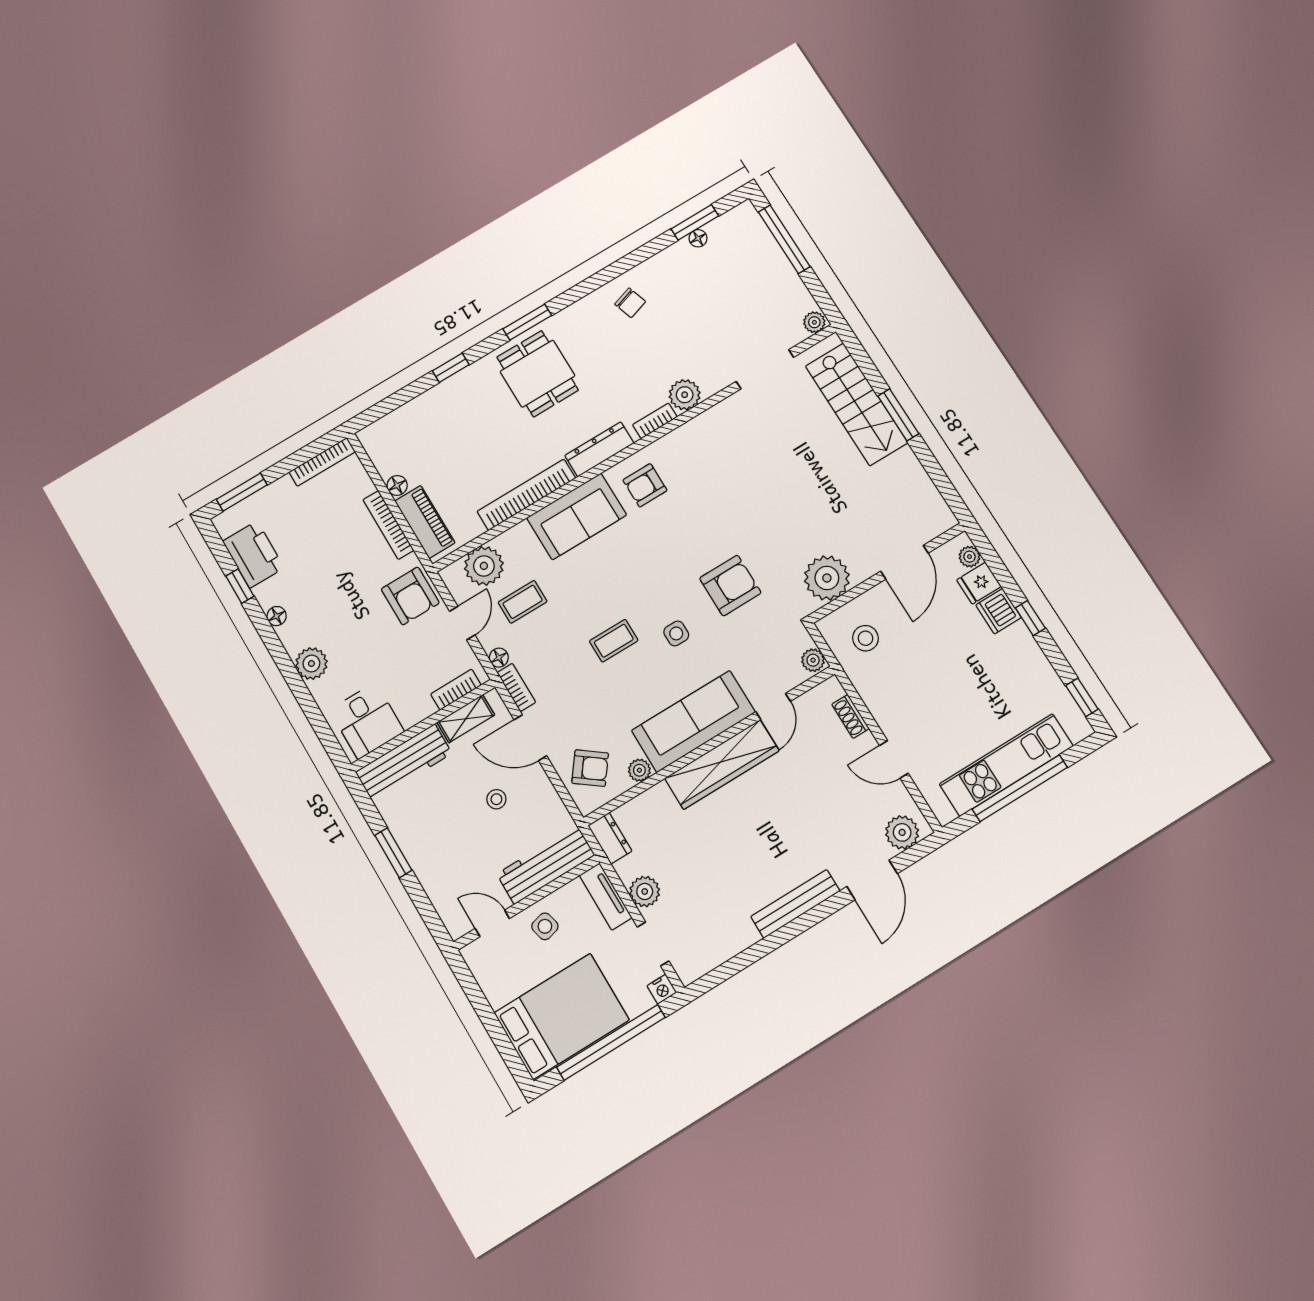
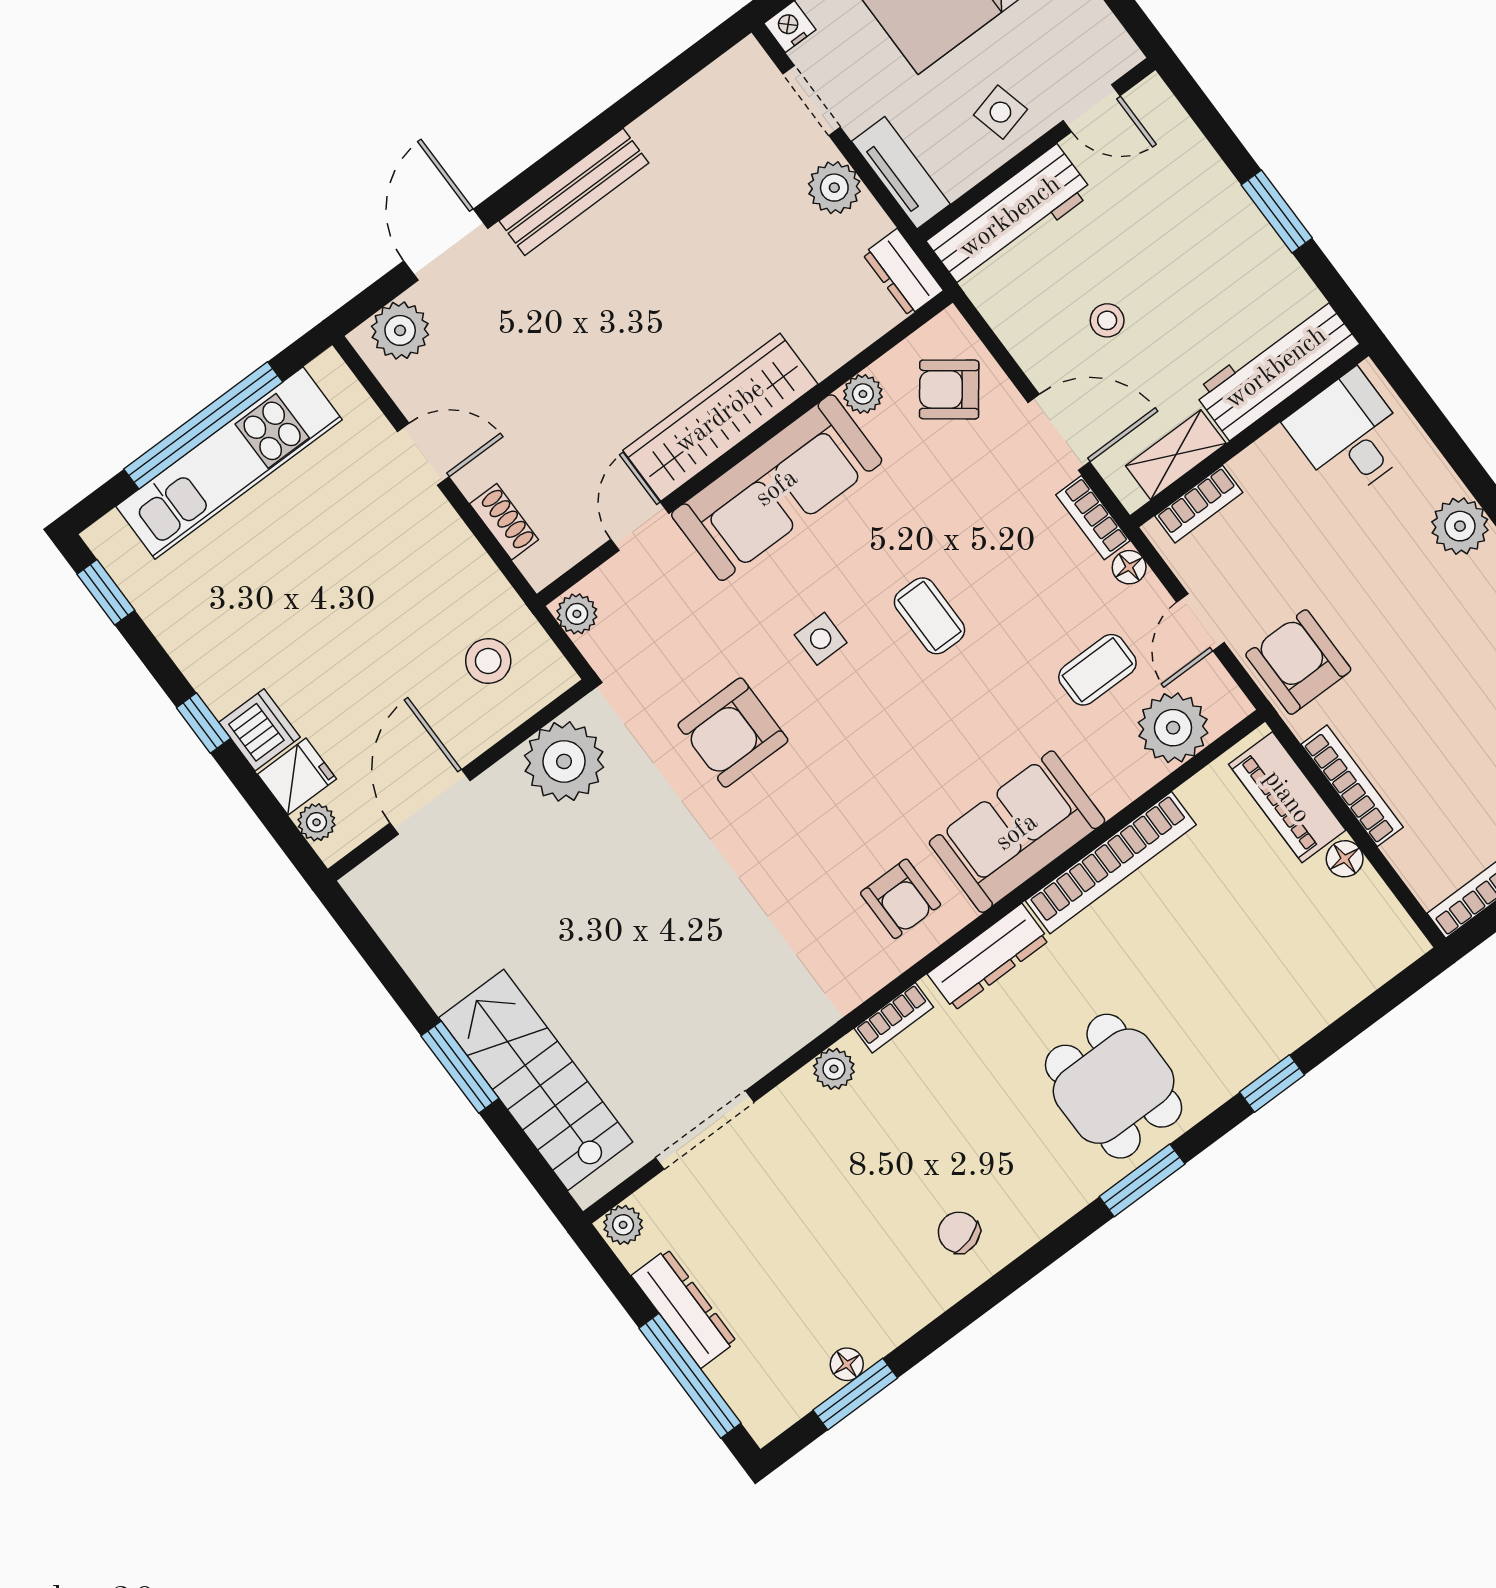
dresser: (785, 275) -> (684, 1309), added
plant: (685, 395) -> (834, 1069), width x0.73, depth x0.73
armchair: (645, 485) -> (901, 899), turned 90
coffee table: (614, 641) -> (929, 616), turned 90

